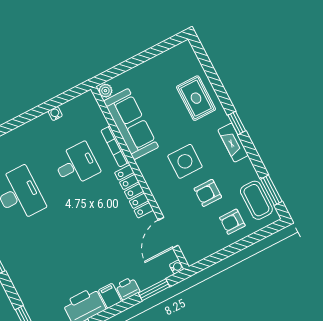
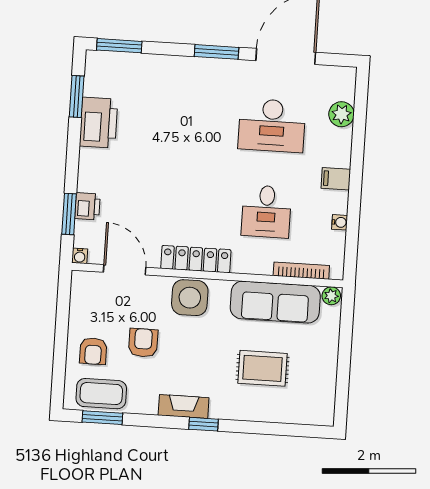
rug: (196, 98) -> (263, 368), moved
bookcase: (115, 147) -> (301, 271), moved
side table: (185, 161) -> (190, 298), moved
armchair: (232, 222) -> (93, 351), turned 180
printer: (128, 288) -> (87, 206), moved
filing cabinet: (110, 296) -> (336, 179), moved, turned 180

